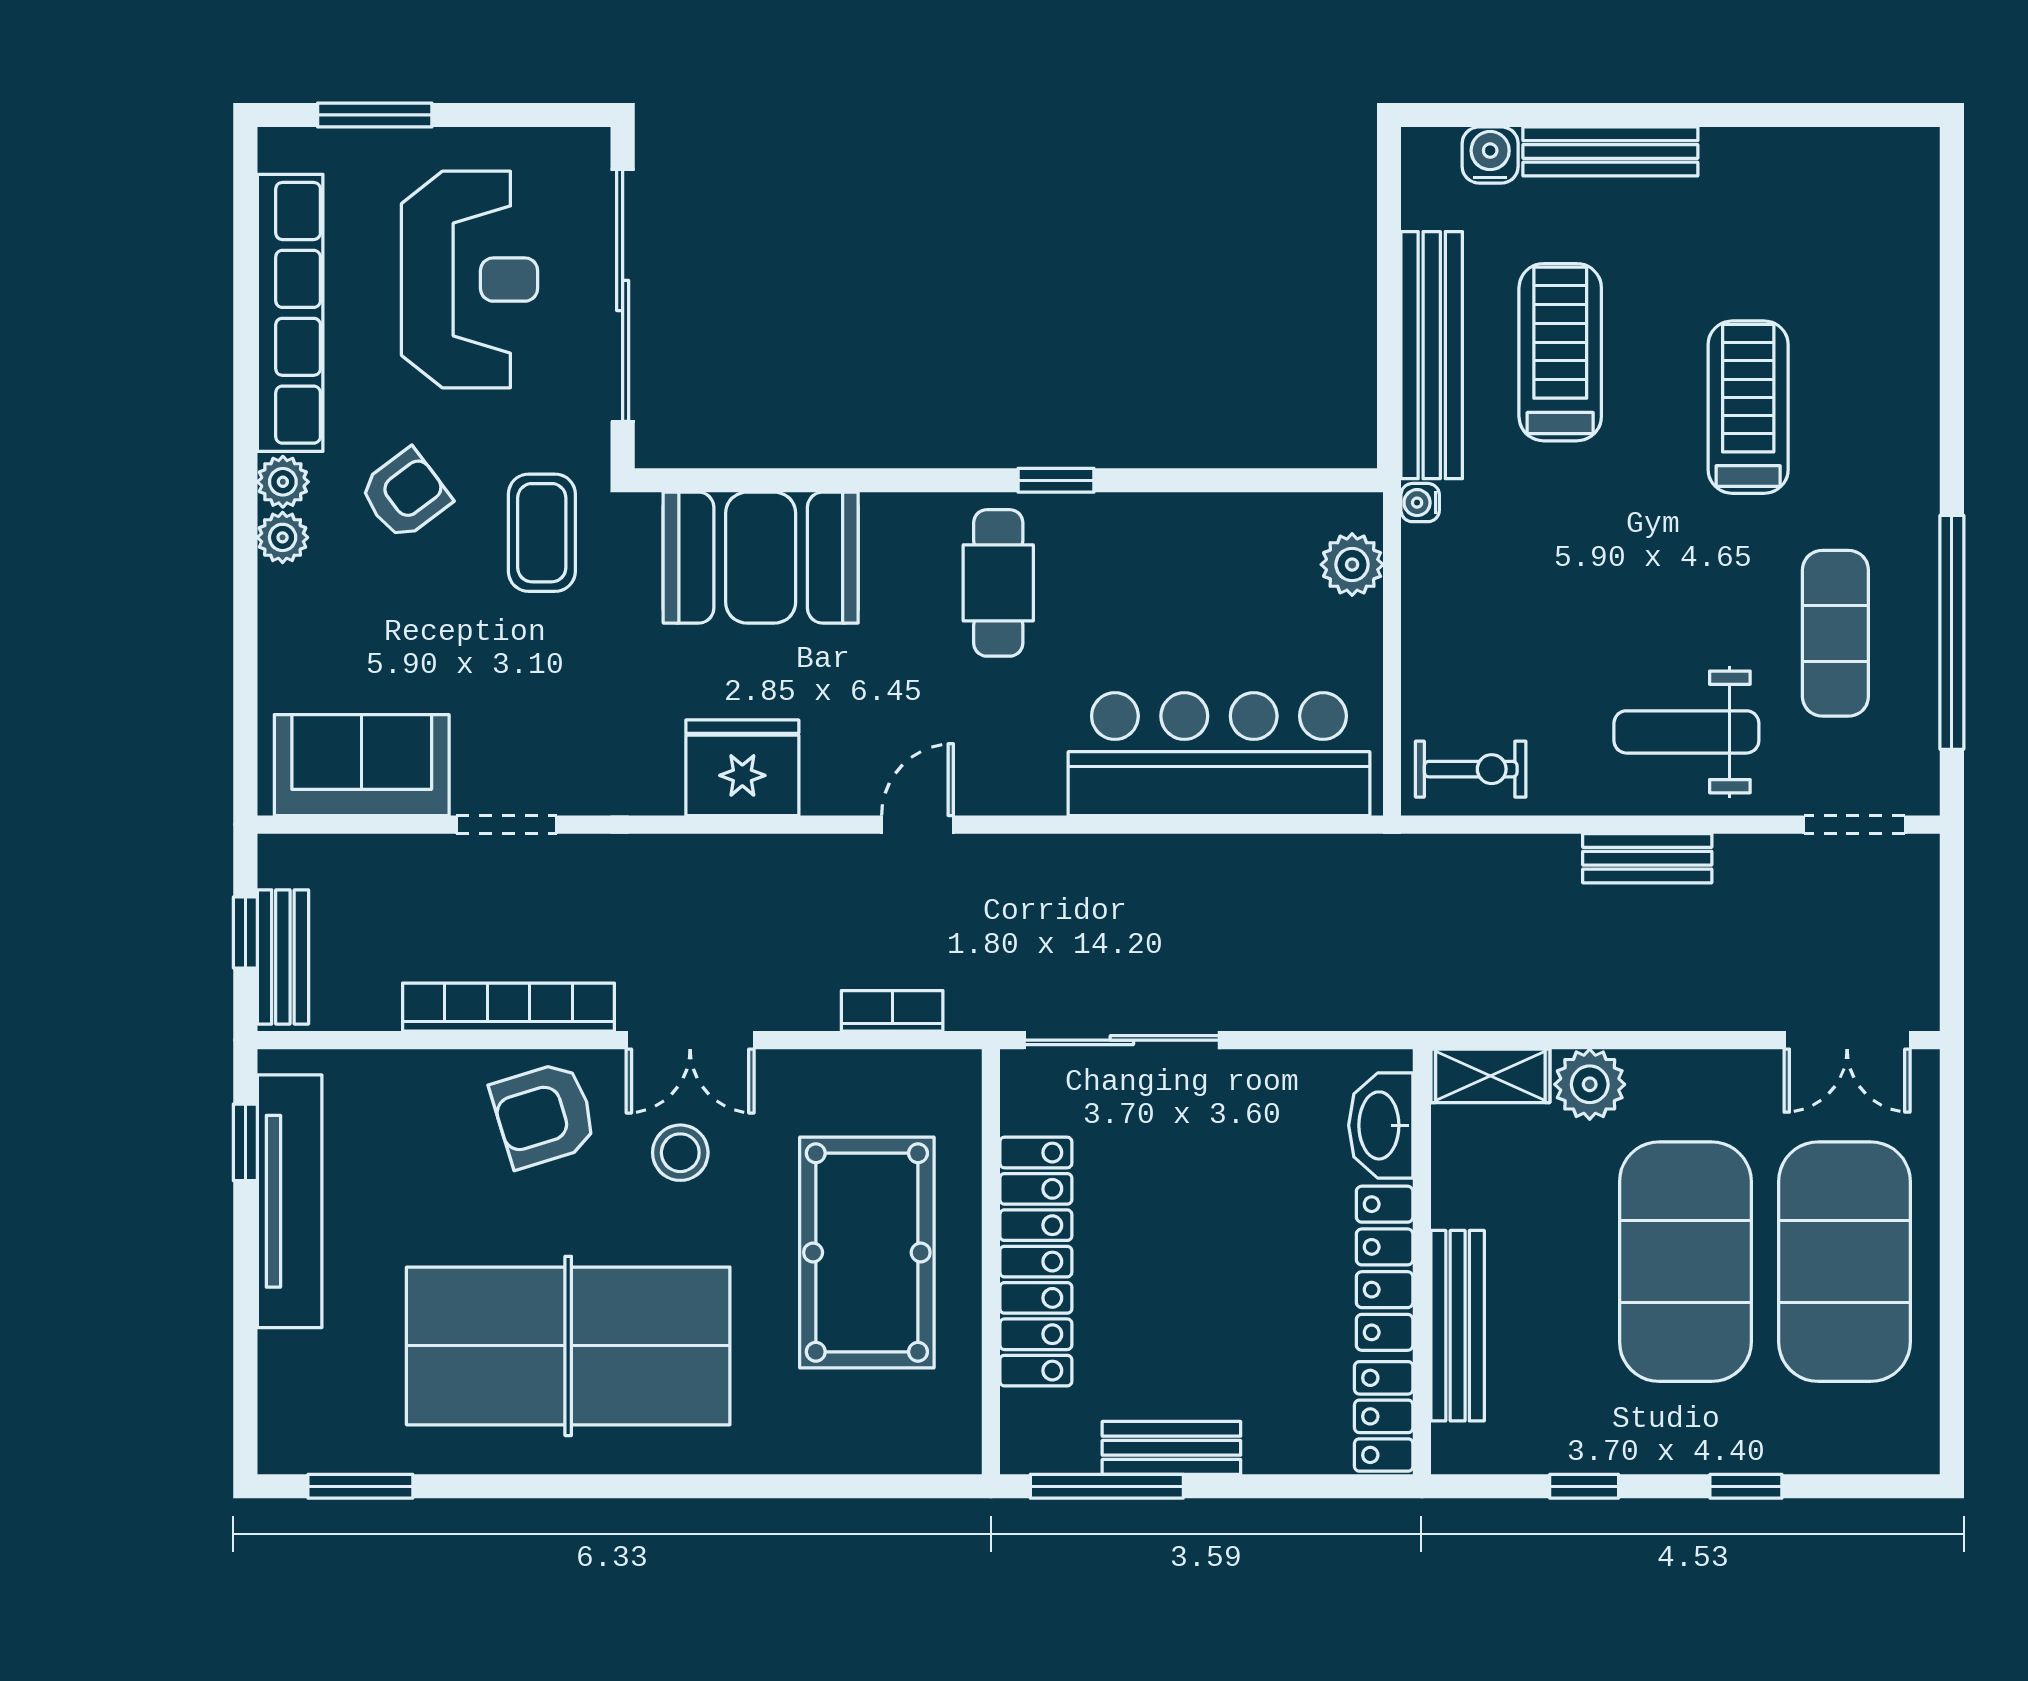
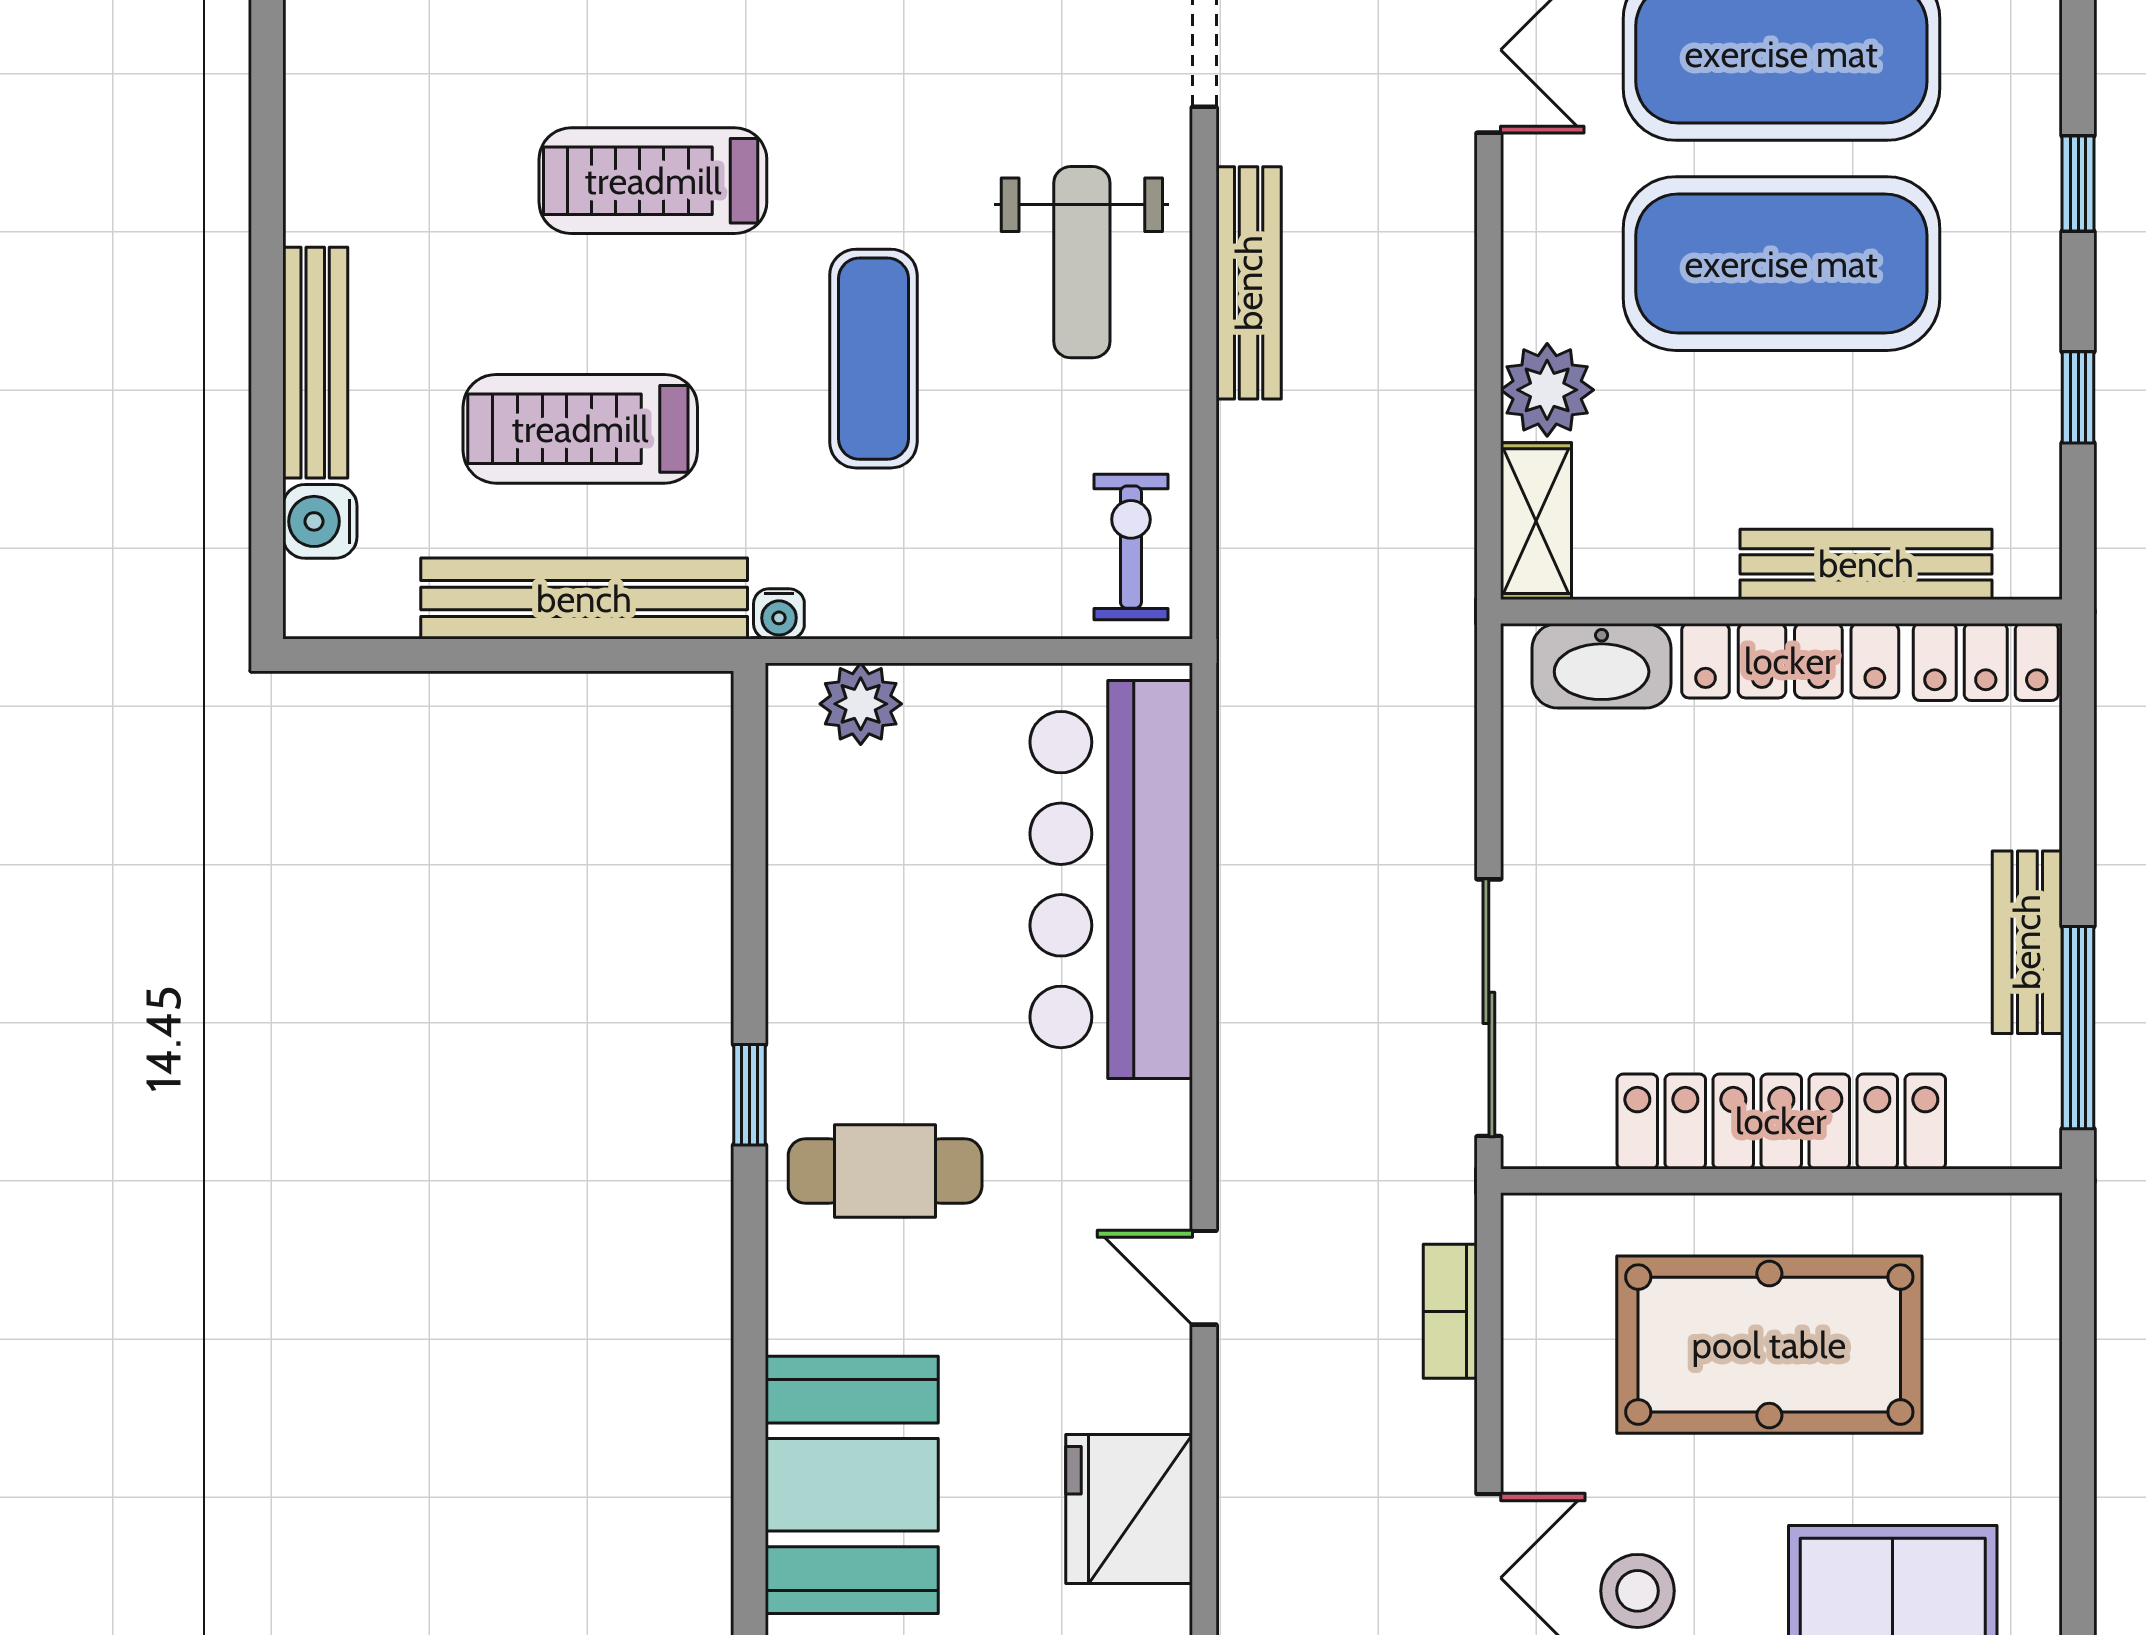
exercise mat: (1835, 633) -> (873, 359), moved, turned 90
bench: (1647, 858) -> (1249, 283), width x1.36

